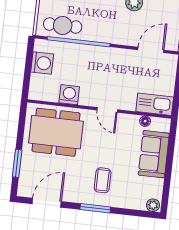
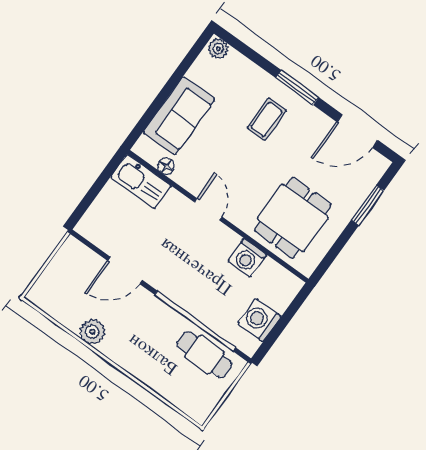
door: (151, 50) -> (125, 271), moved
dining table: (56, 132) -> (293, 218), width x0.73

